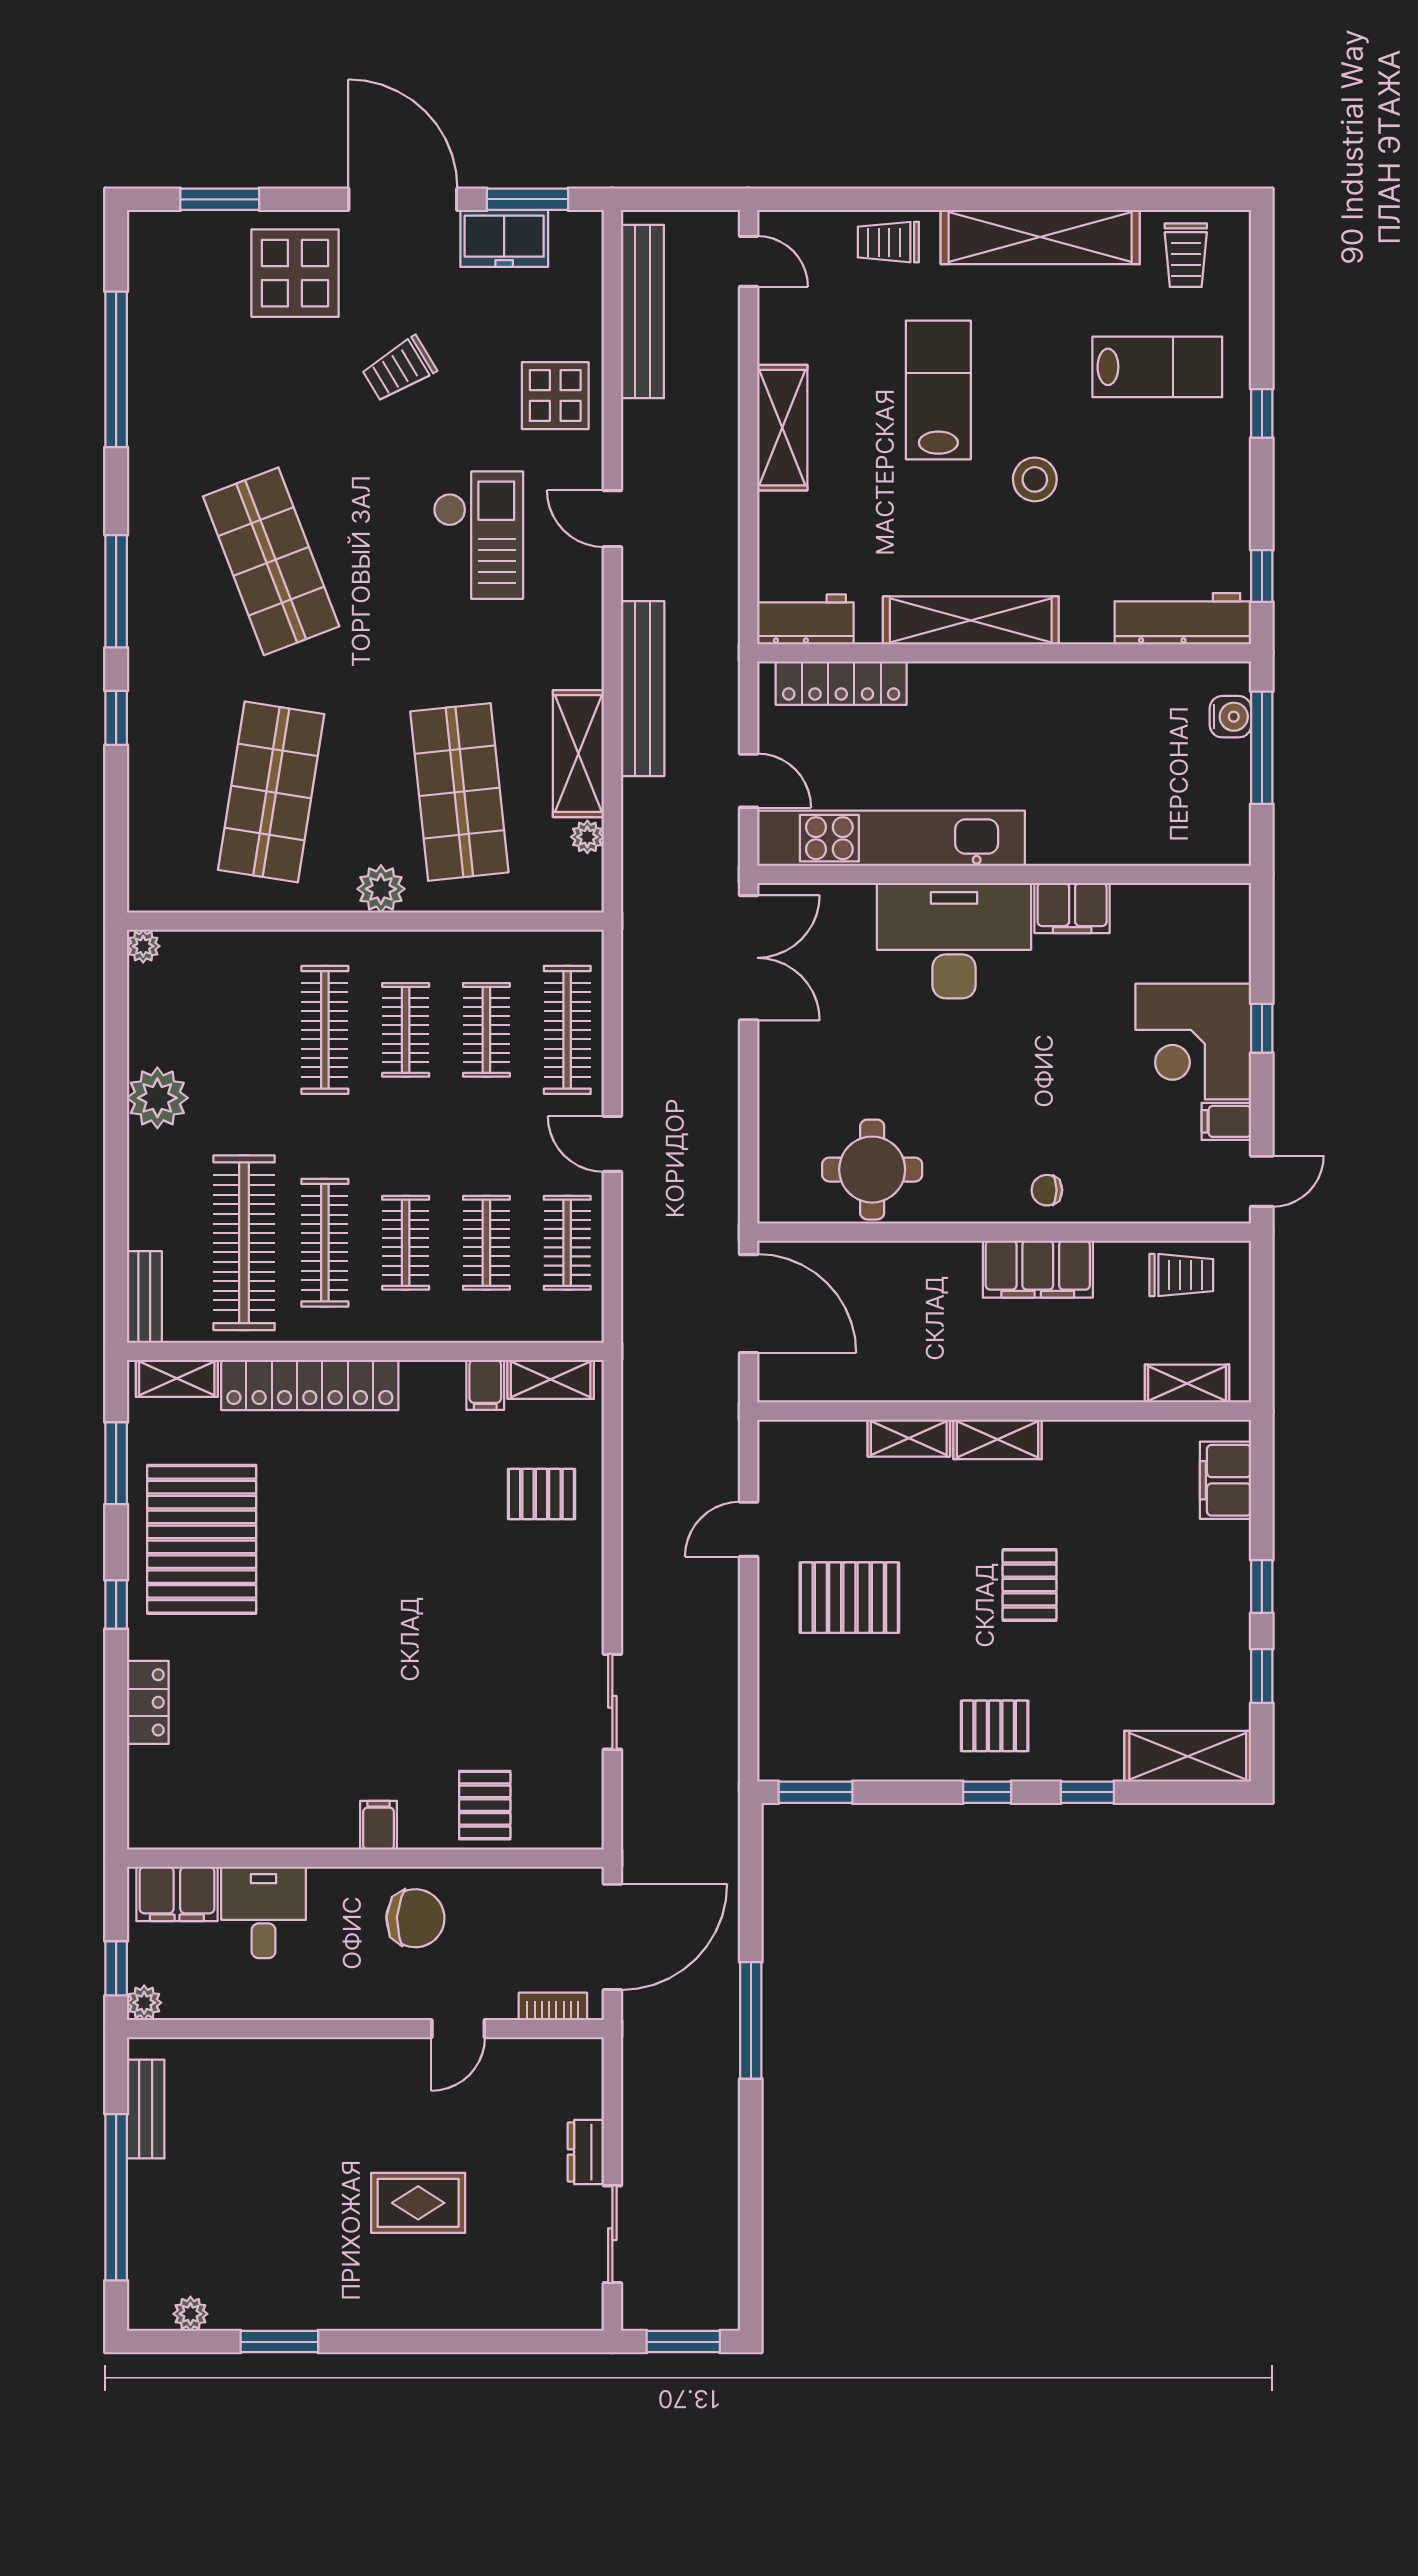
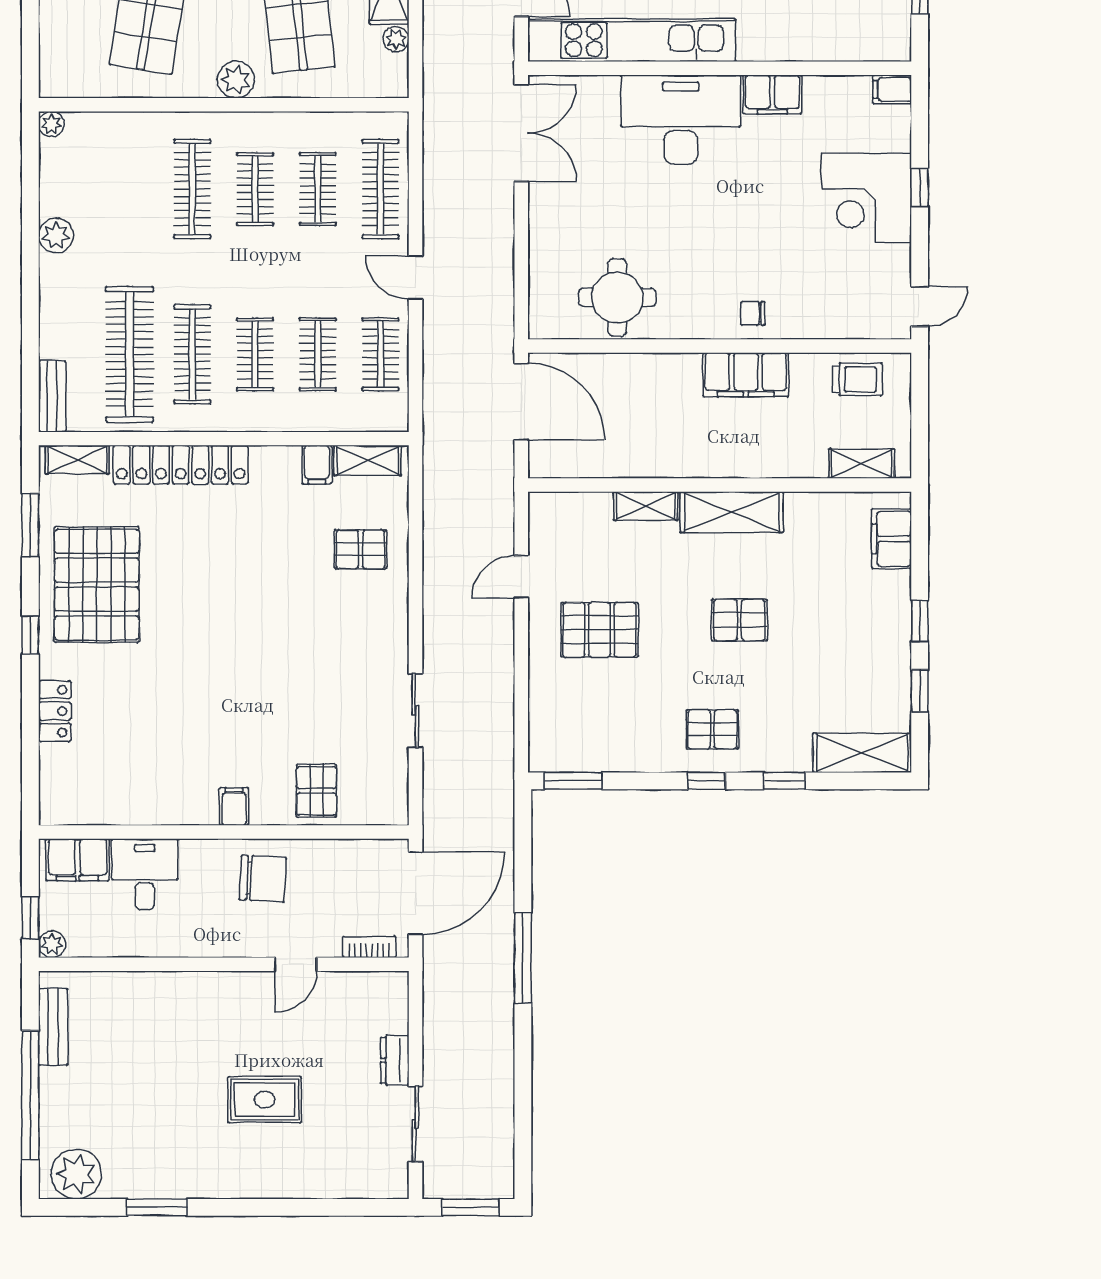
plant: (157, 1098) -> (56, 236), width x0.73, depth x0.73
filing cabinet: (1226, 1121) -> (892, 89), moved
shelving: (998, 1439) -> (732, 512), width x1.50, depth x1.33
pallet: (1030, 1585) -> (739, 620), turned 90
plant: (190, 2314) -> (76, 1174), width x1.87, depth x1.87

